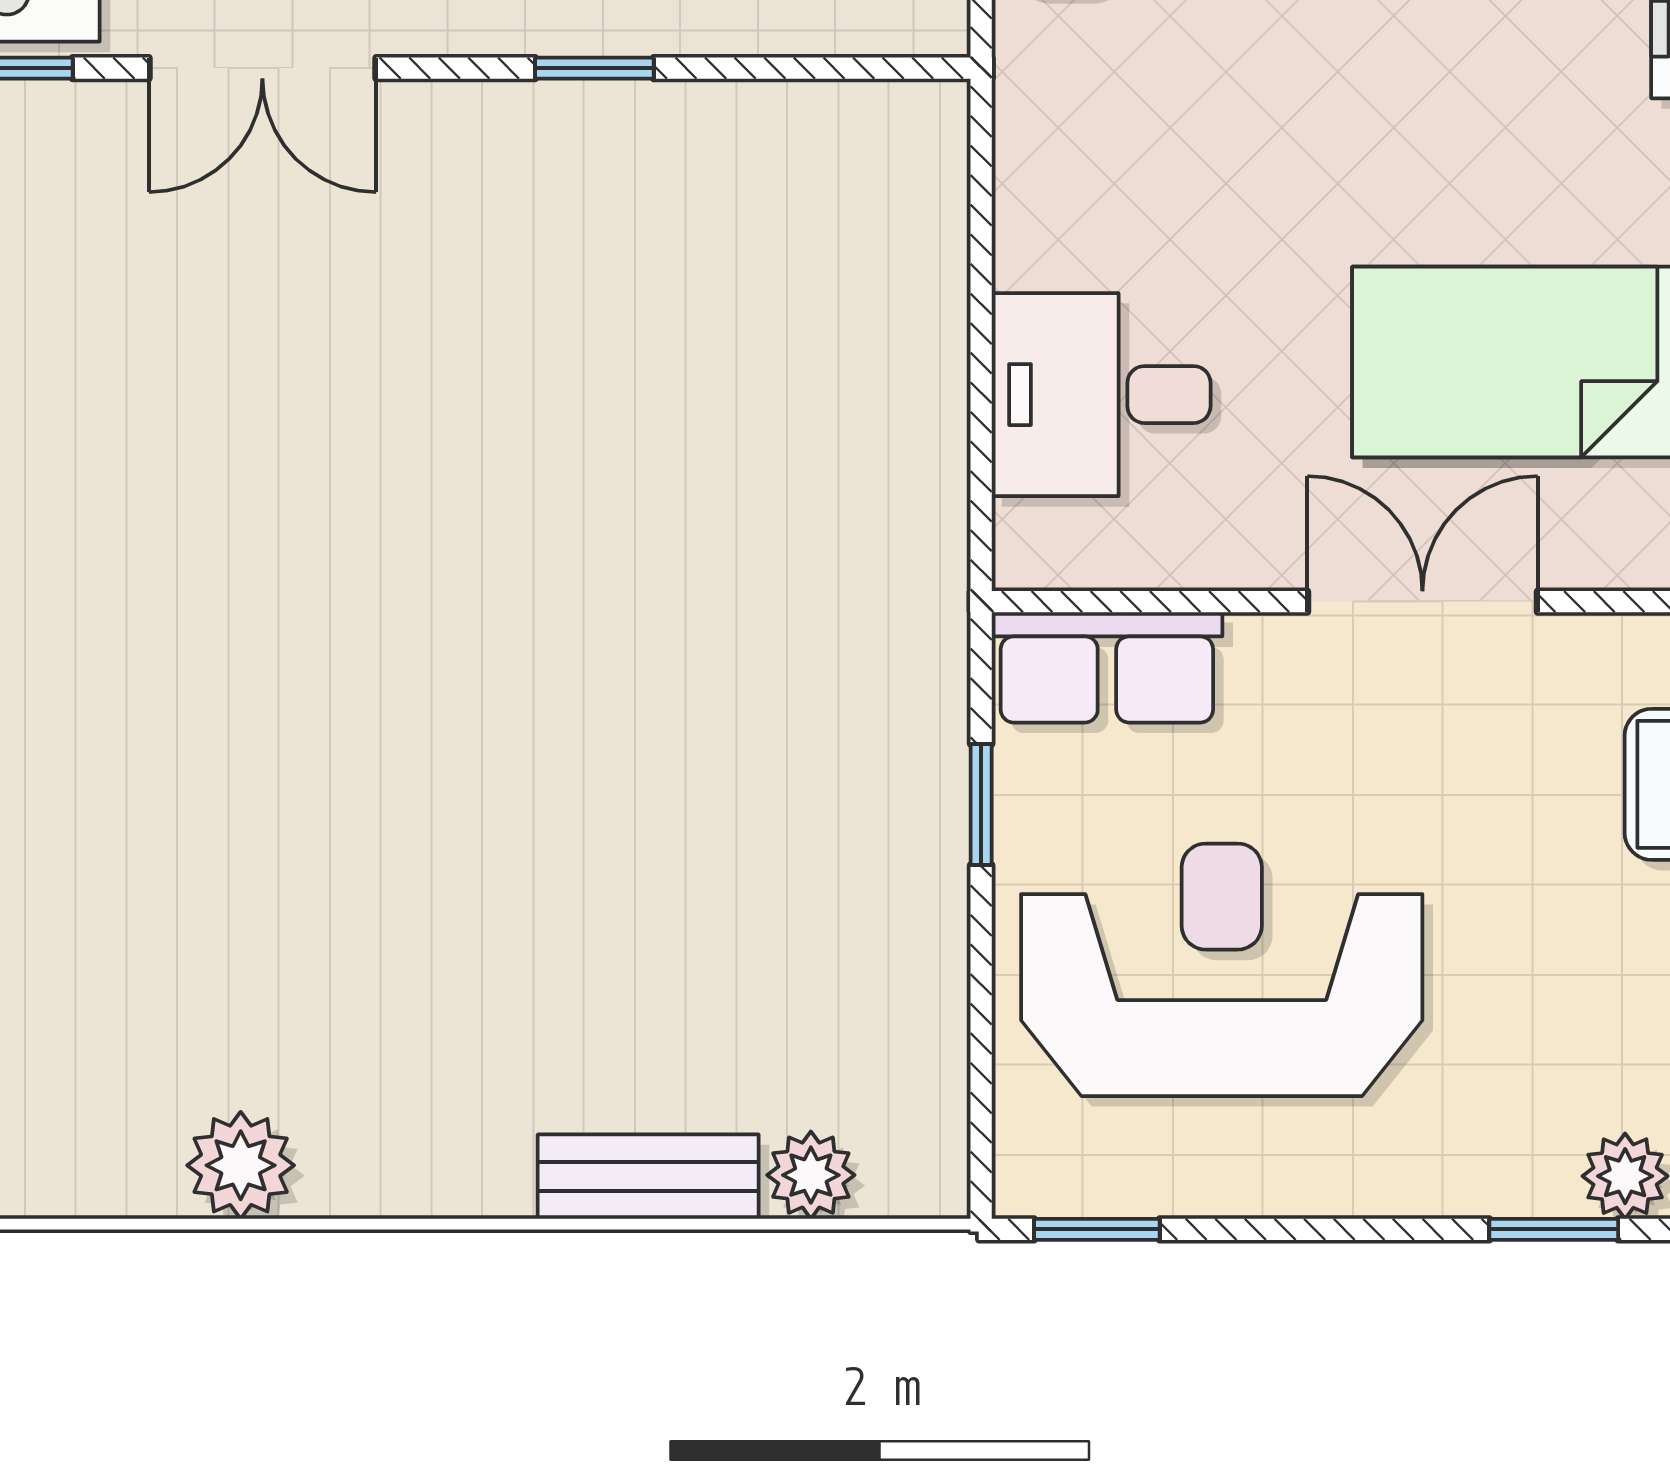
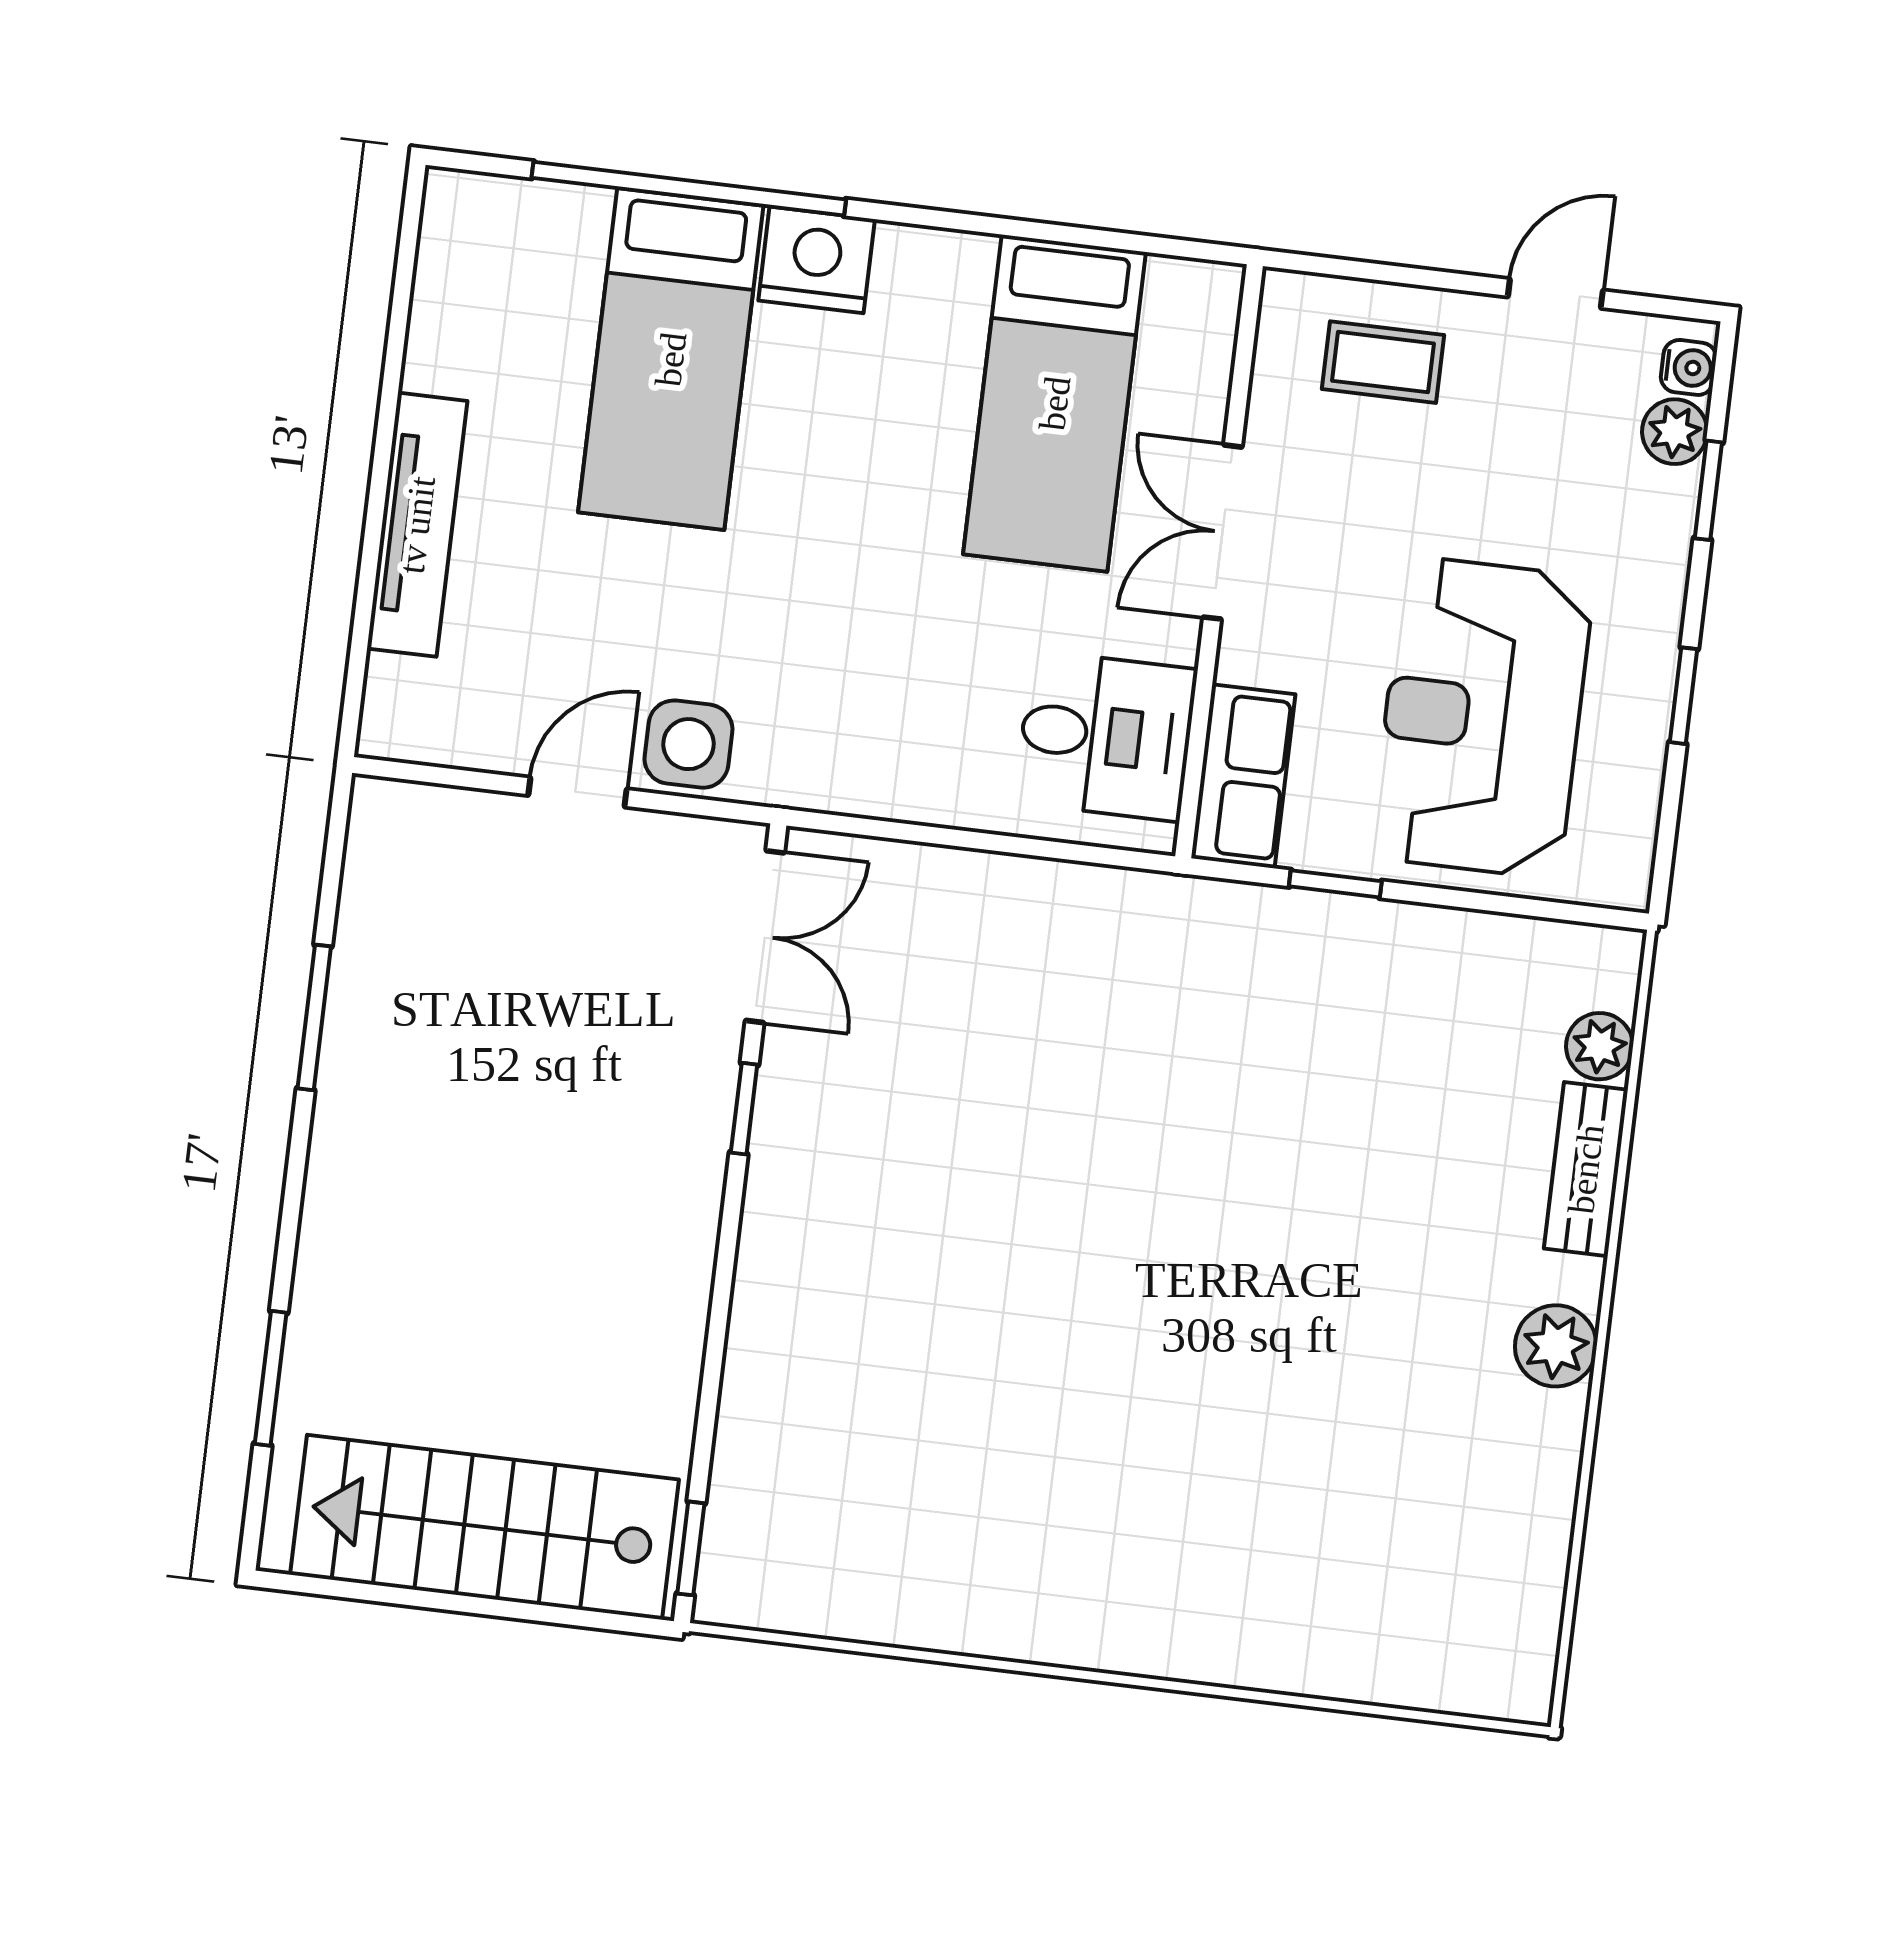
double door: (262, 68) -> (765, 937), moved
desk: (1101, 395) -> (1106, 736), moved, turned -90
plant: (241, 1165) -> (1556, 1346), moved
window: (1097, 1229) -> (1683, 696), moved

